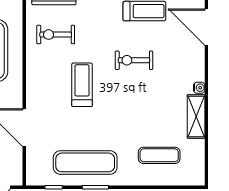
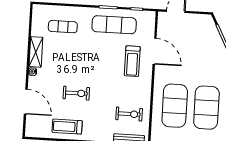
door: (206, 27) -> (26, 102), moved
treadmill: (82, 85) -> (132, 61), moved

